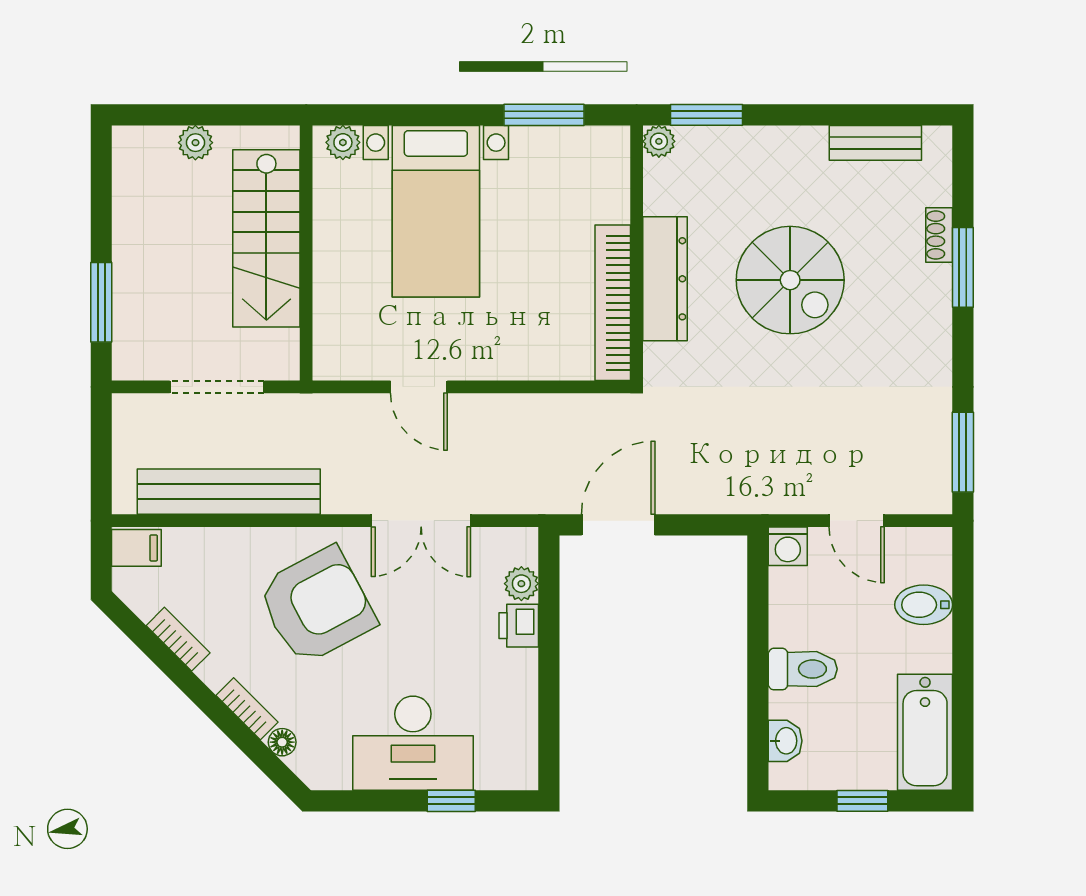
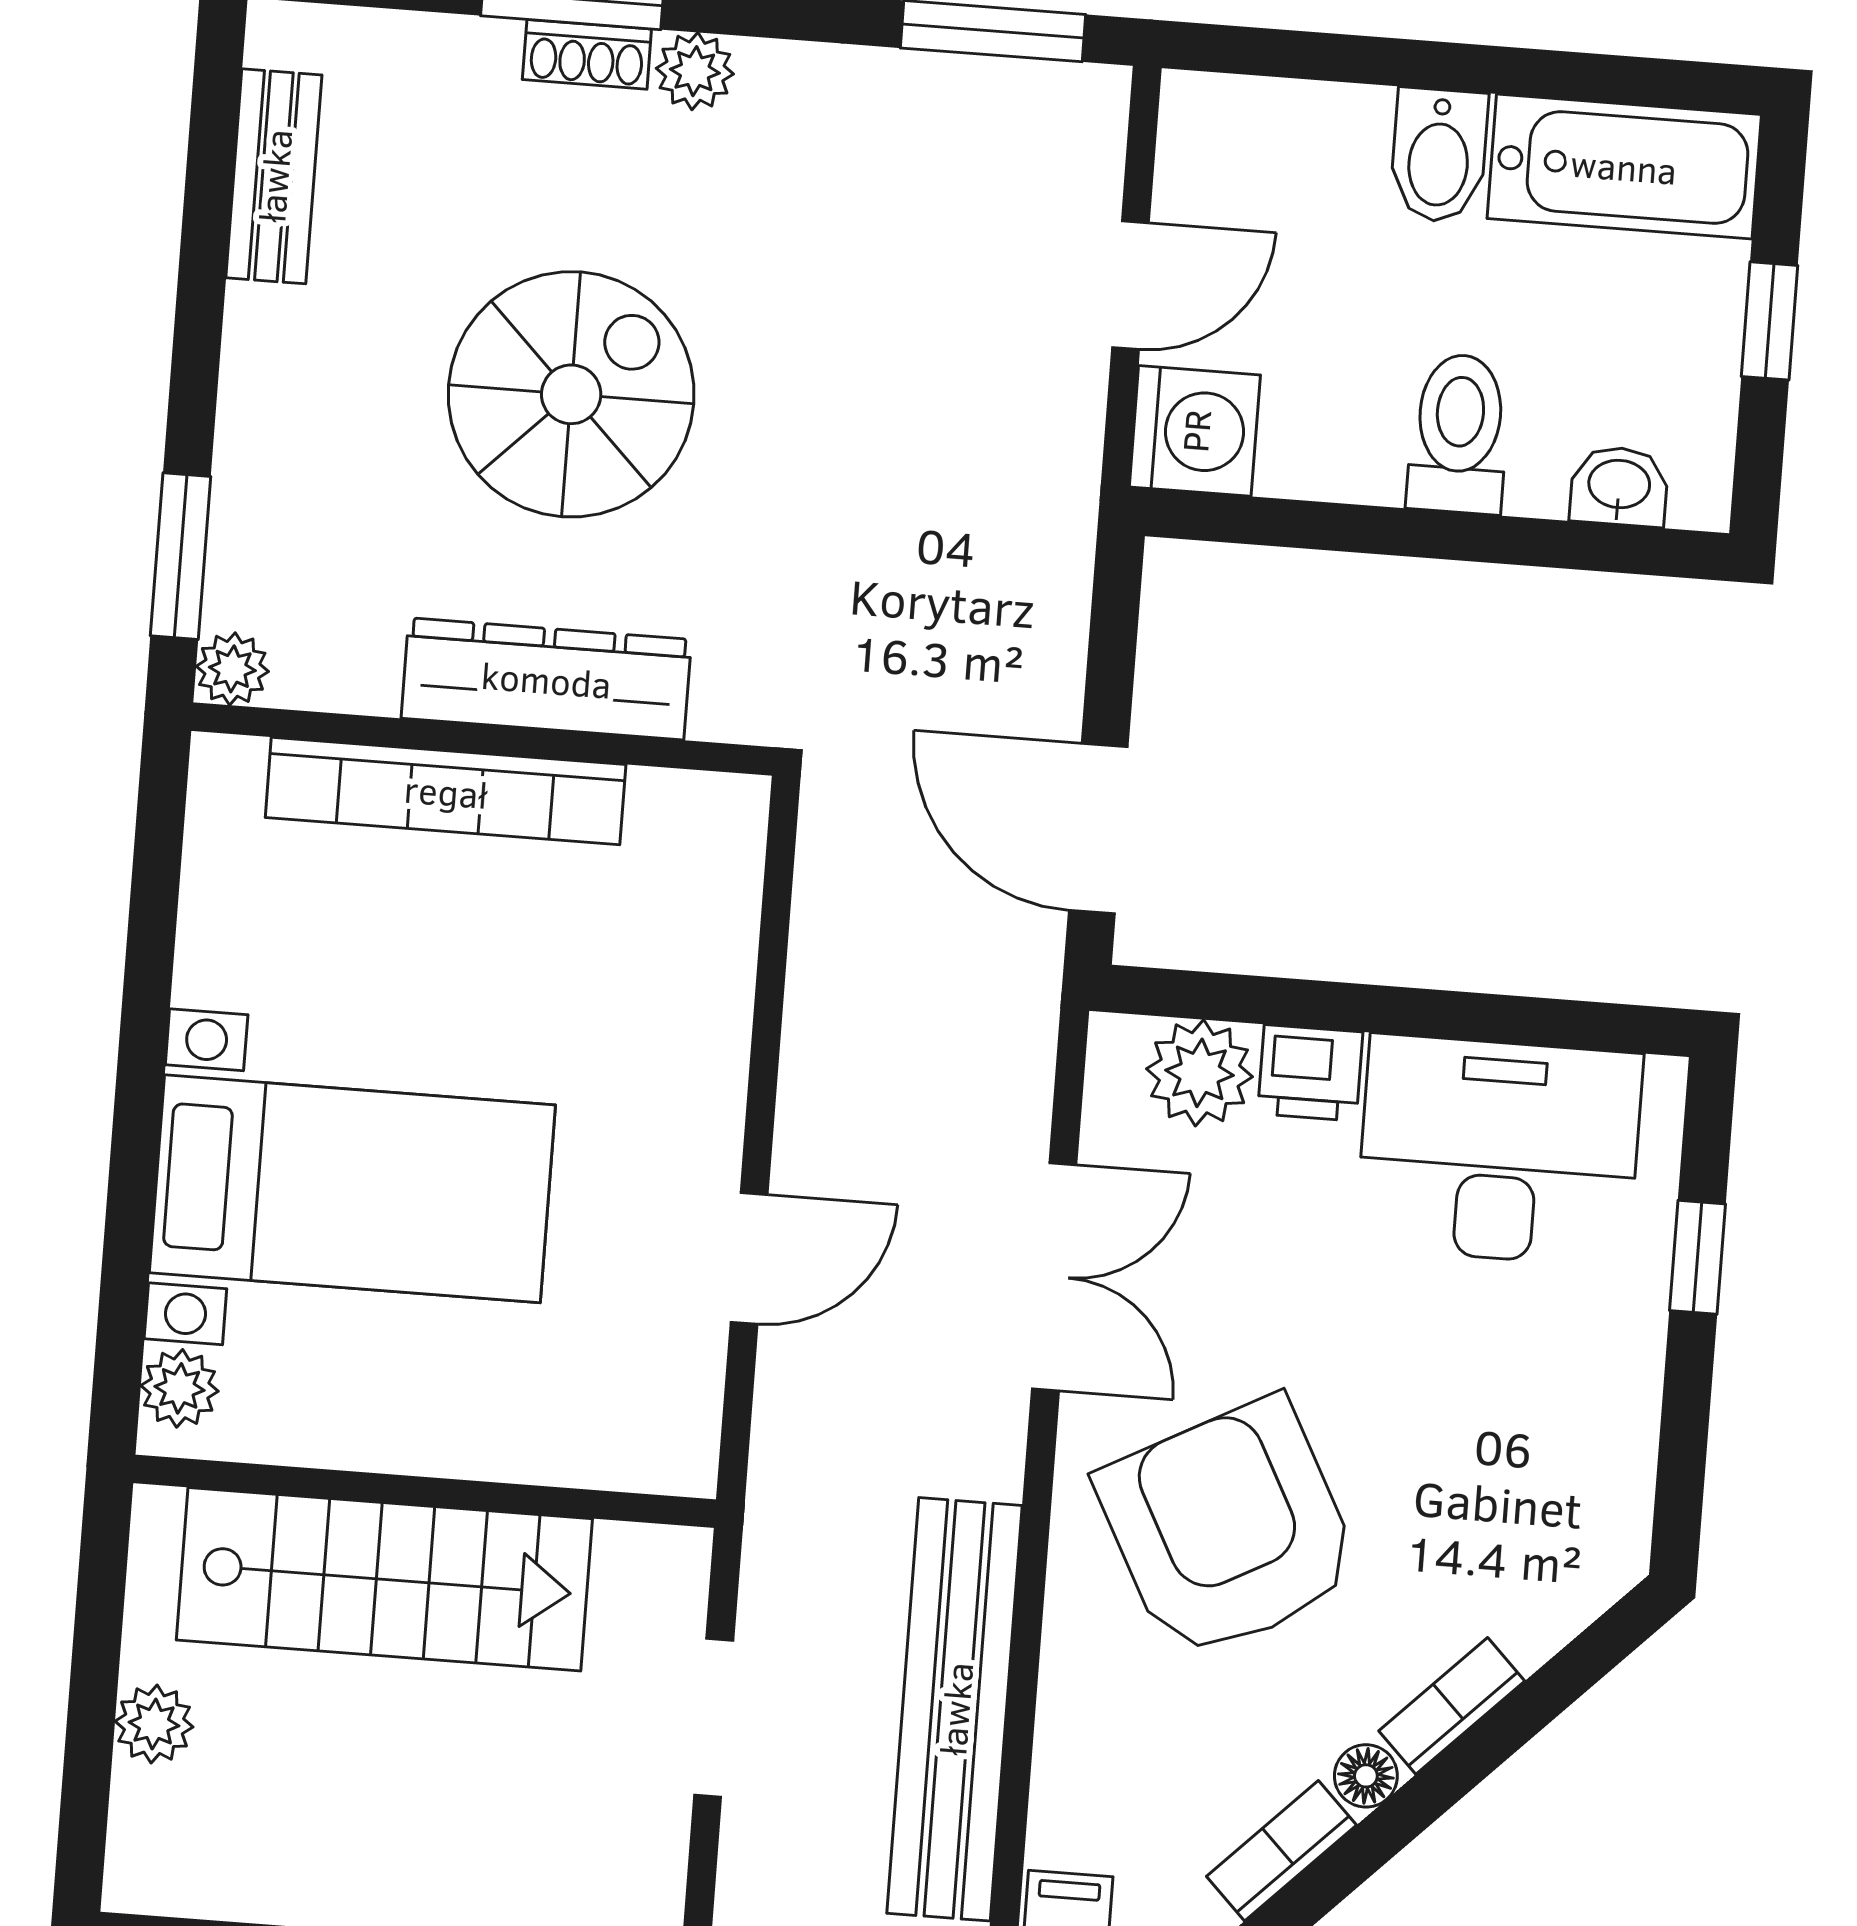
window: (544, 115) -> (152, 926), removed
shoe rack: (939, 235) -> (587, 54), moved
bookcase: (613, 303) -> (446, 791), moved
plant: (935, 323) -> (695, 71), added
doorway: (217, 387) -> (714, 1718), width x0.73
washing machine: (788, 546) -> (1195, 431), width x1.38, depth x1.38
plant: (521, 584) -> (1200, 1073), width x1.38, depth x1.38
bidet: (924, 605) -> (1439, 155), moved
floor lamp: (282, 742) -> (1366, 1776), moved
desk: (413, 743) -> (1499, 1151), moved, turned -90

